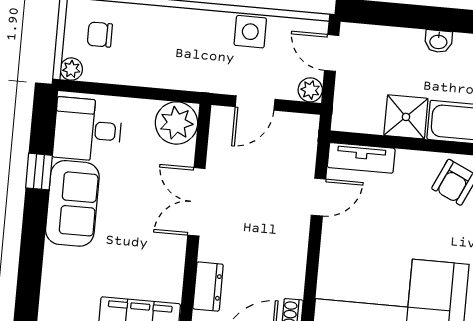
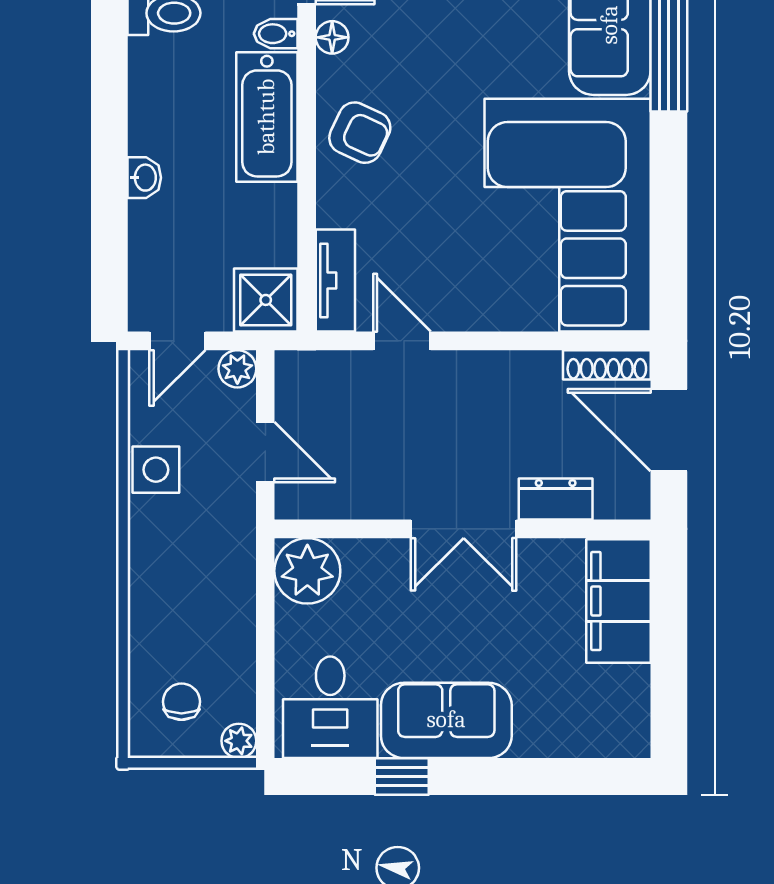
chair: (100, 35) -> (181, 702), turned 180
shower: (406, 117) -> (266, 300), moved
double door: (196, 202) -> (464, 529), moved

